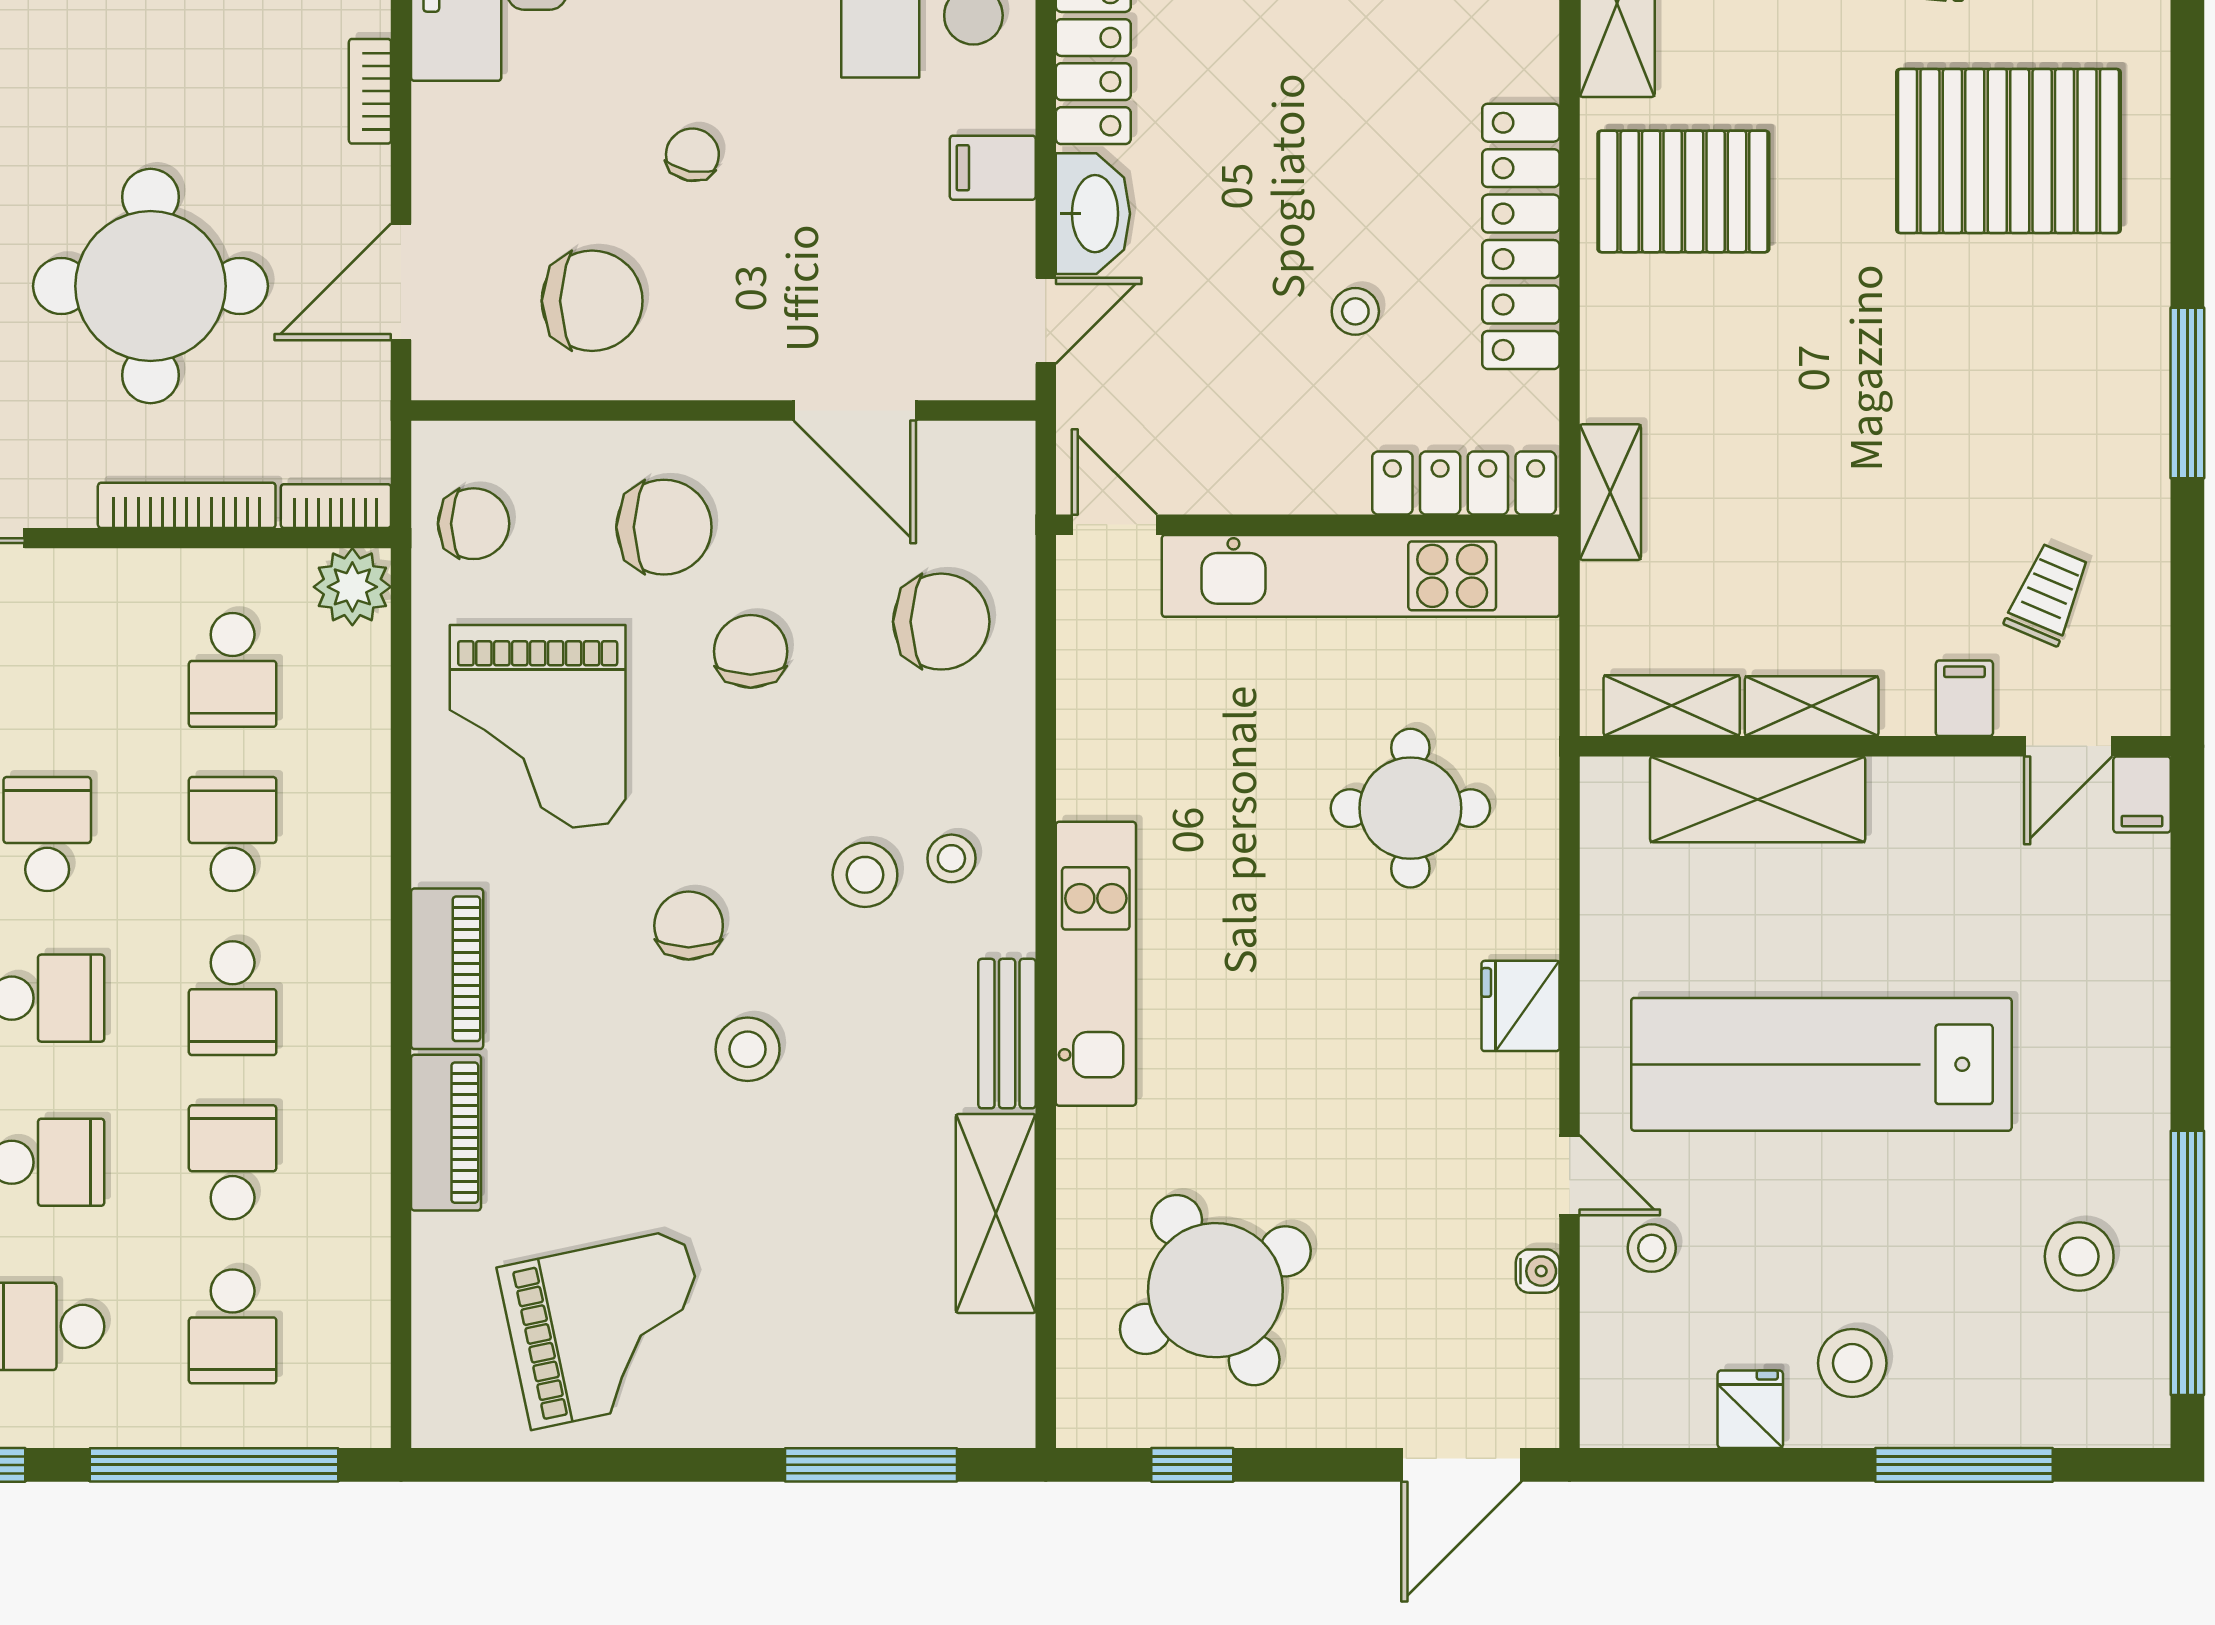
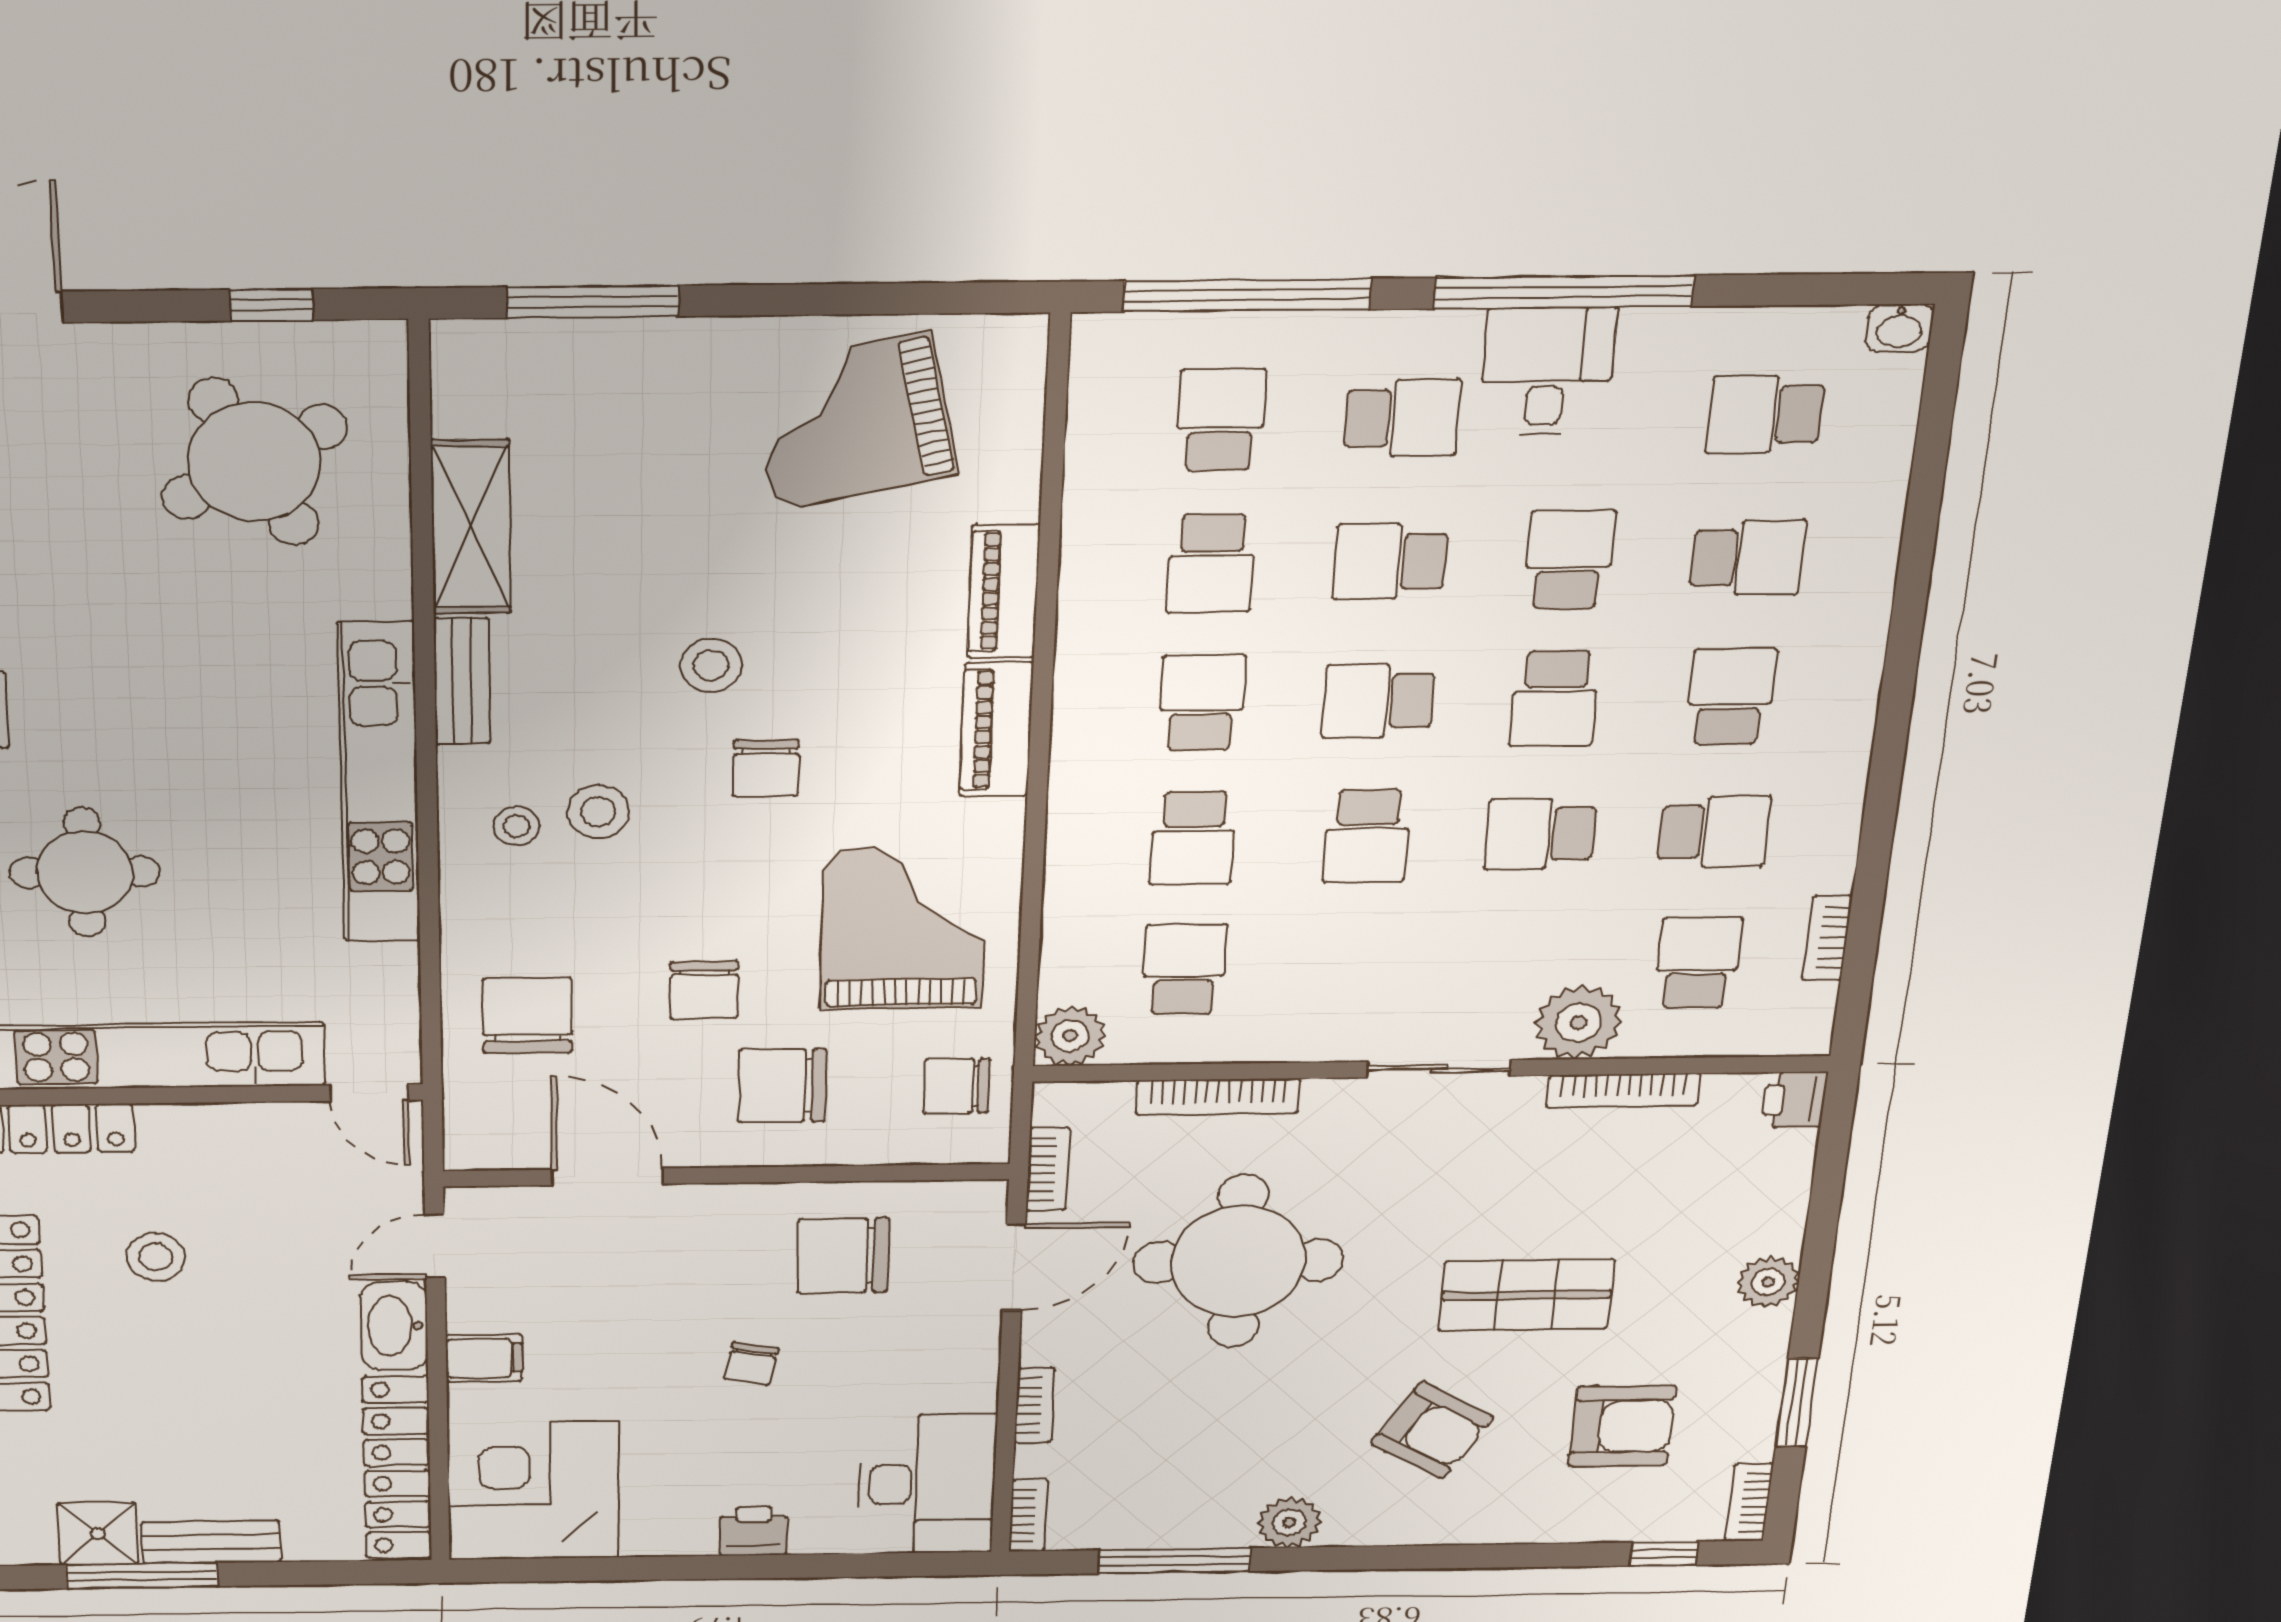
stool: (1355, 311) -> (156, 1257), width x1.37, depth x1.37
bookcase: (336, 506) -> (1048, 1169), moved, turned -90
chair: (941, 622) -> (528, 1015), turned 90
kitchen unit: (1096, 964) -> (379, 784), width x1.36

